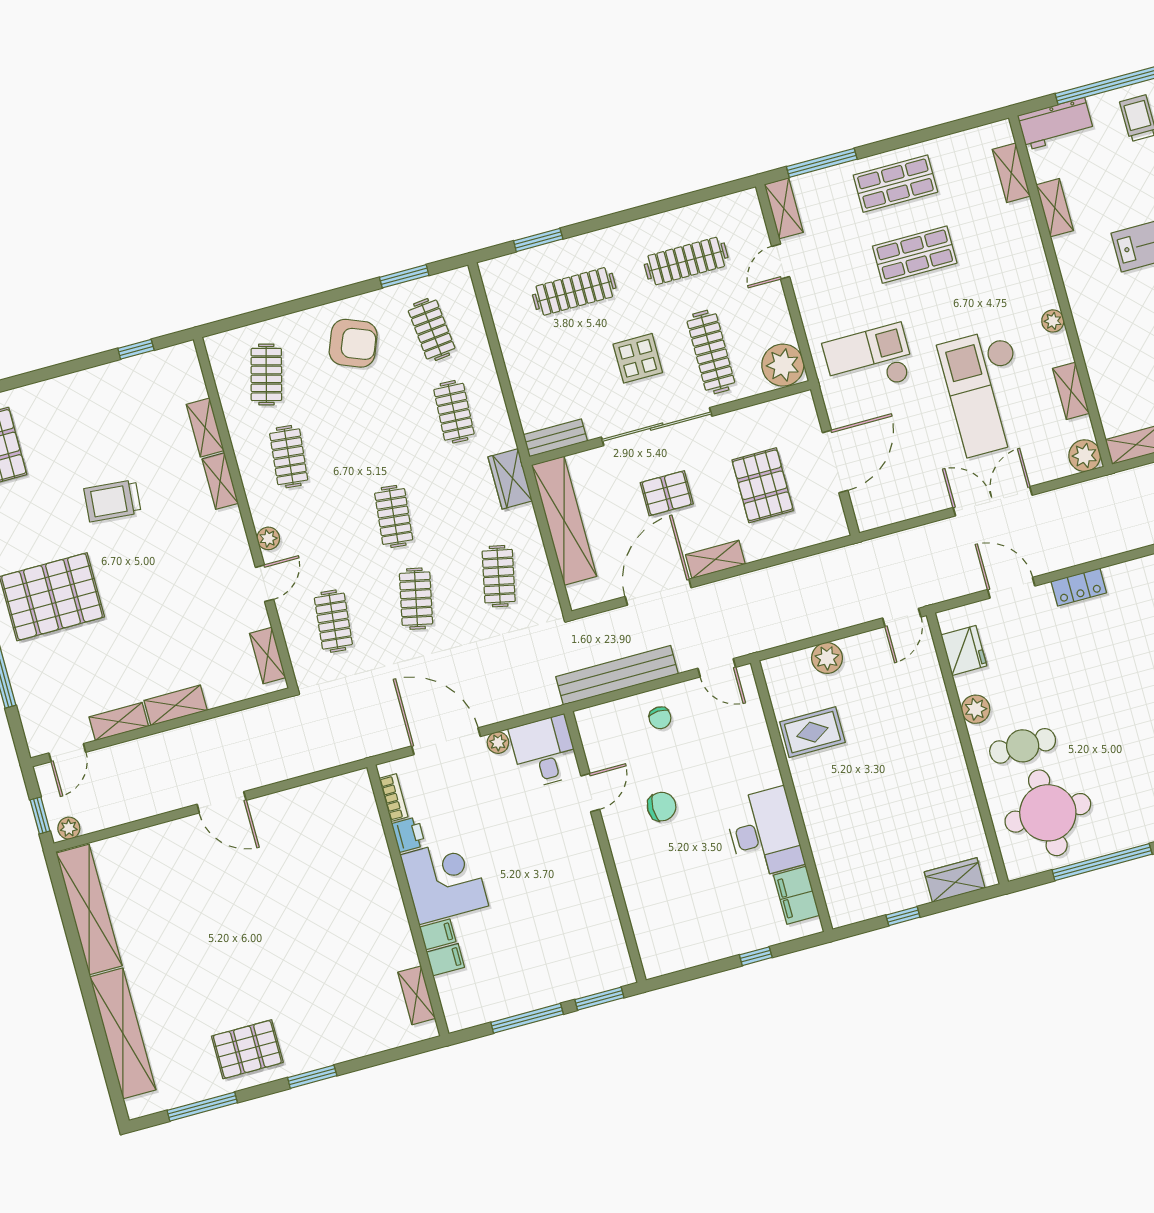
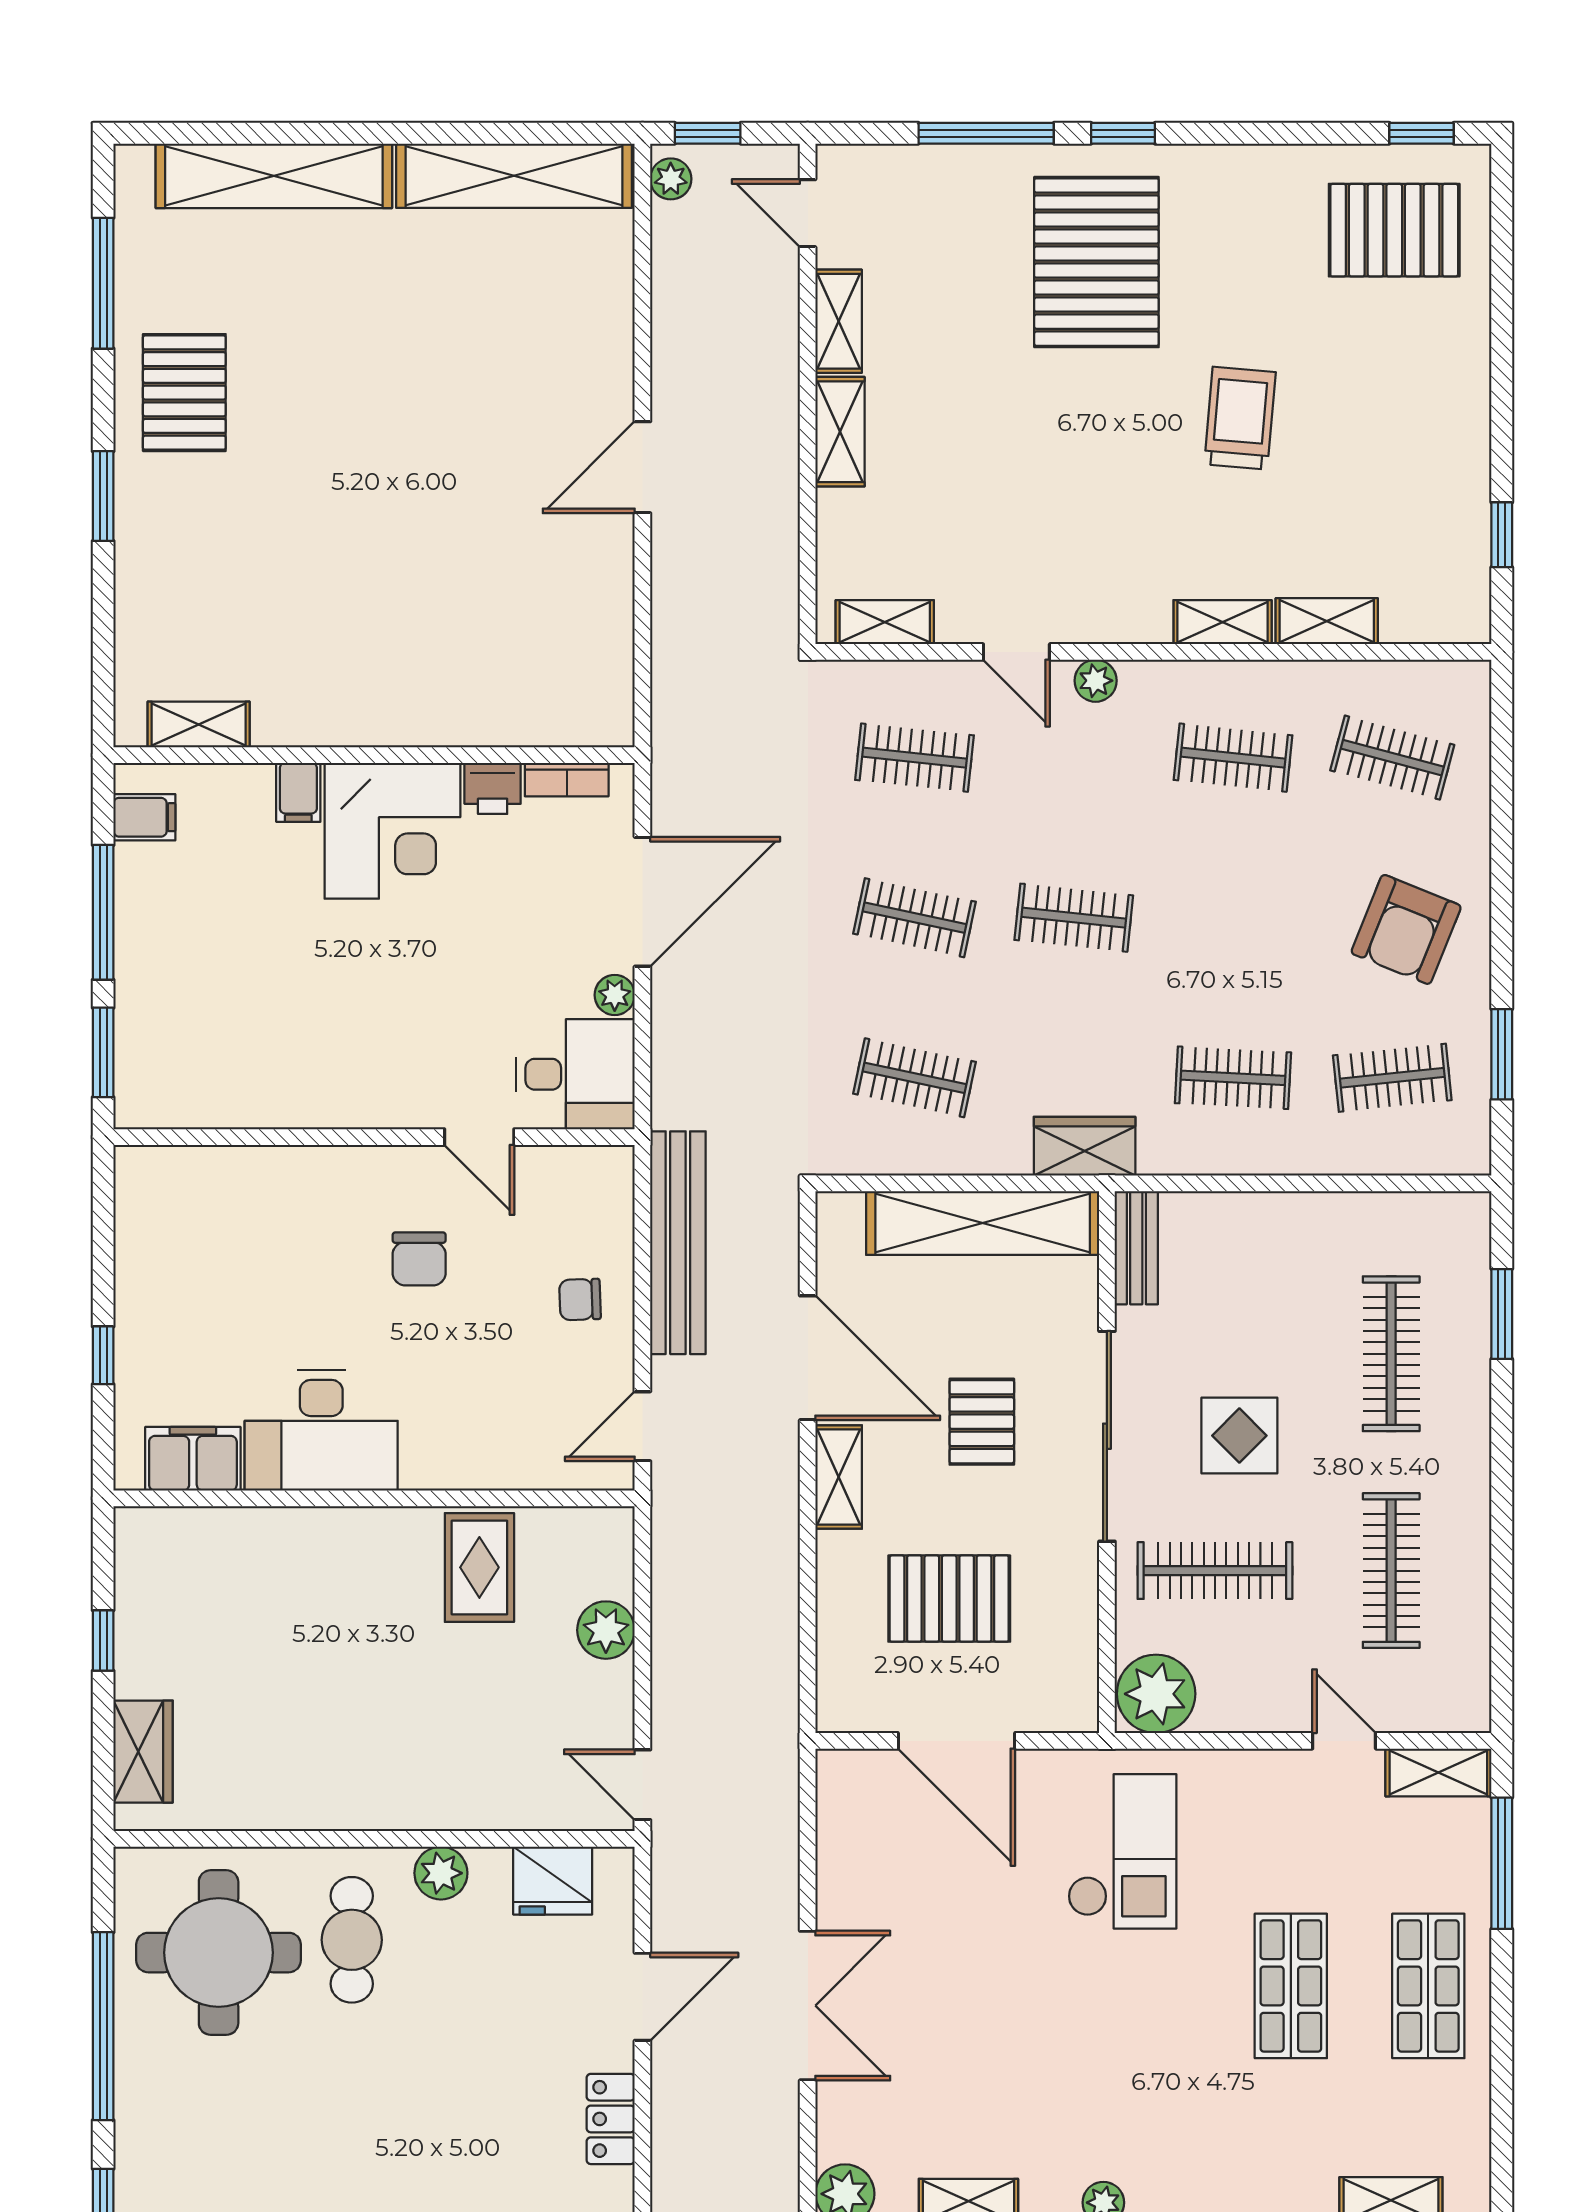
checkout: (987, 392) -> (1007, 2049), removed
filing cabinet: (445, 960) -> (144, 817), moved, turned -90

